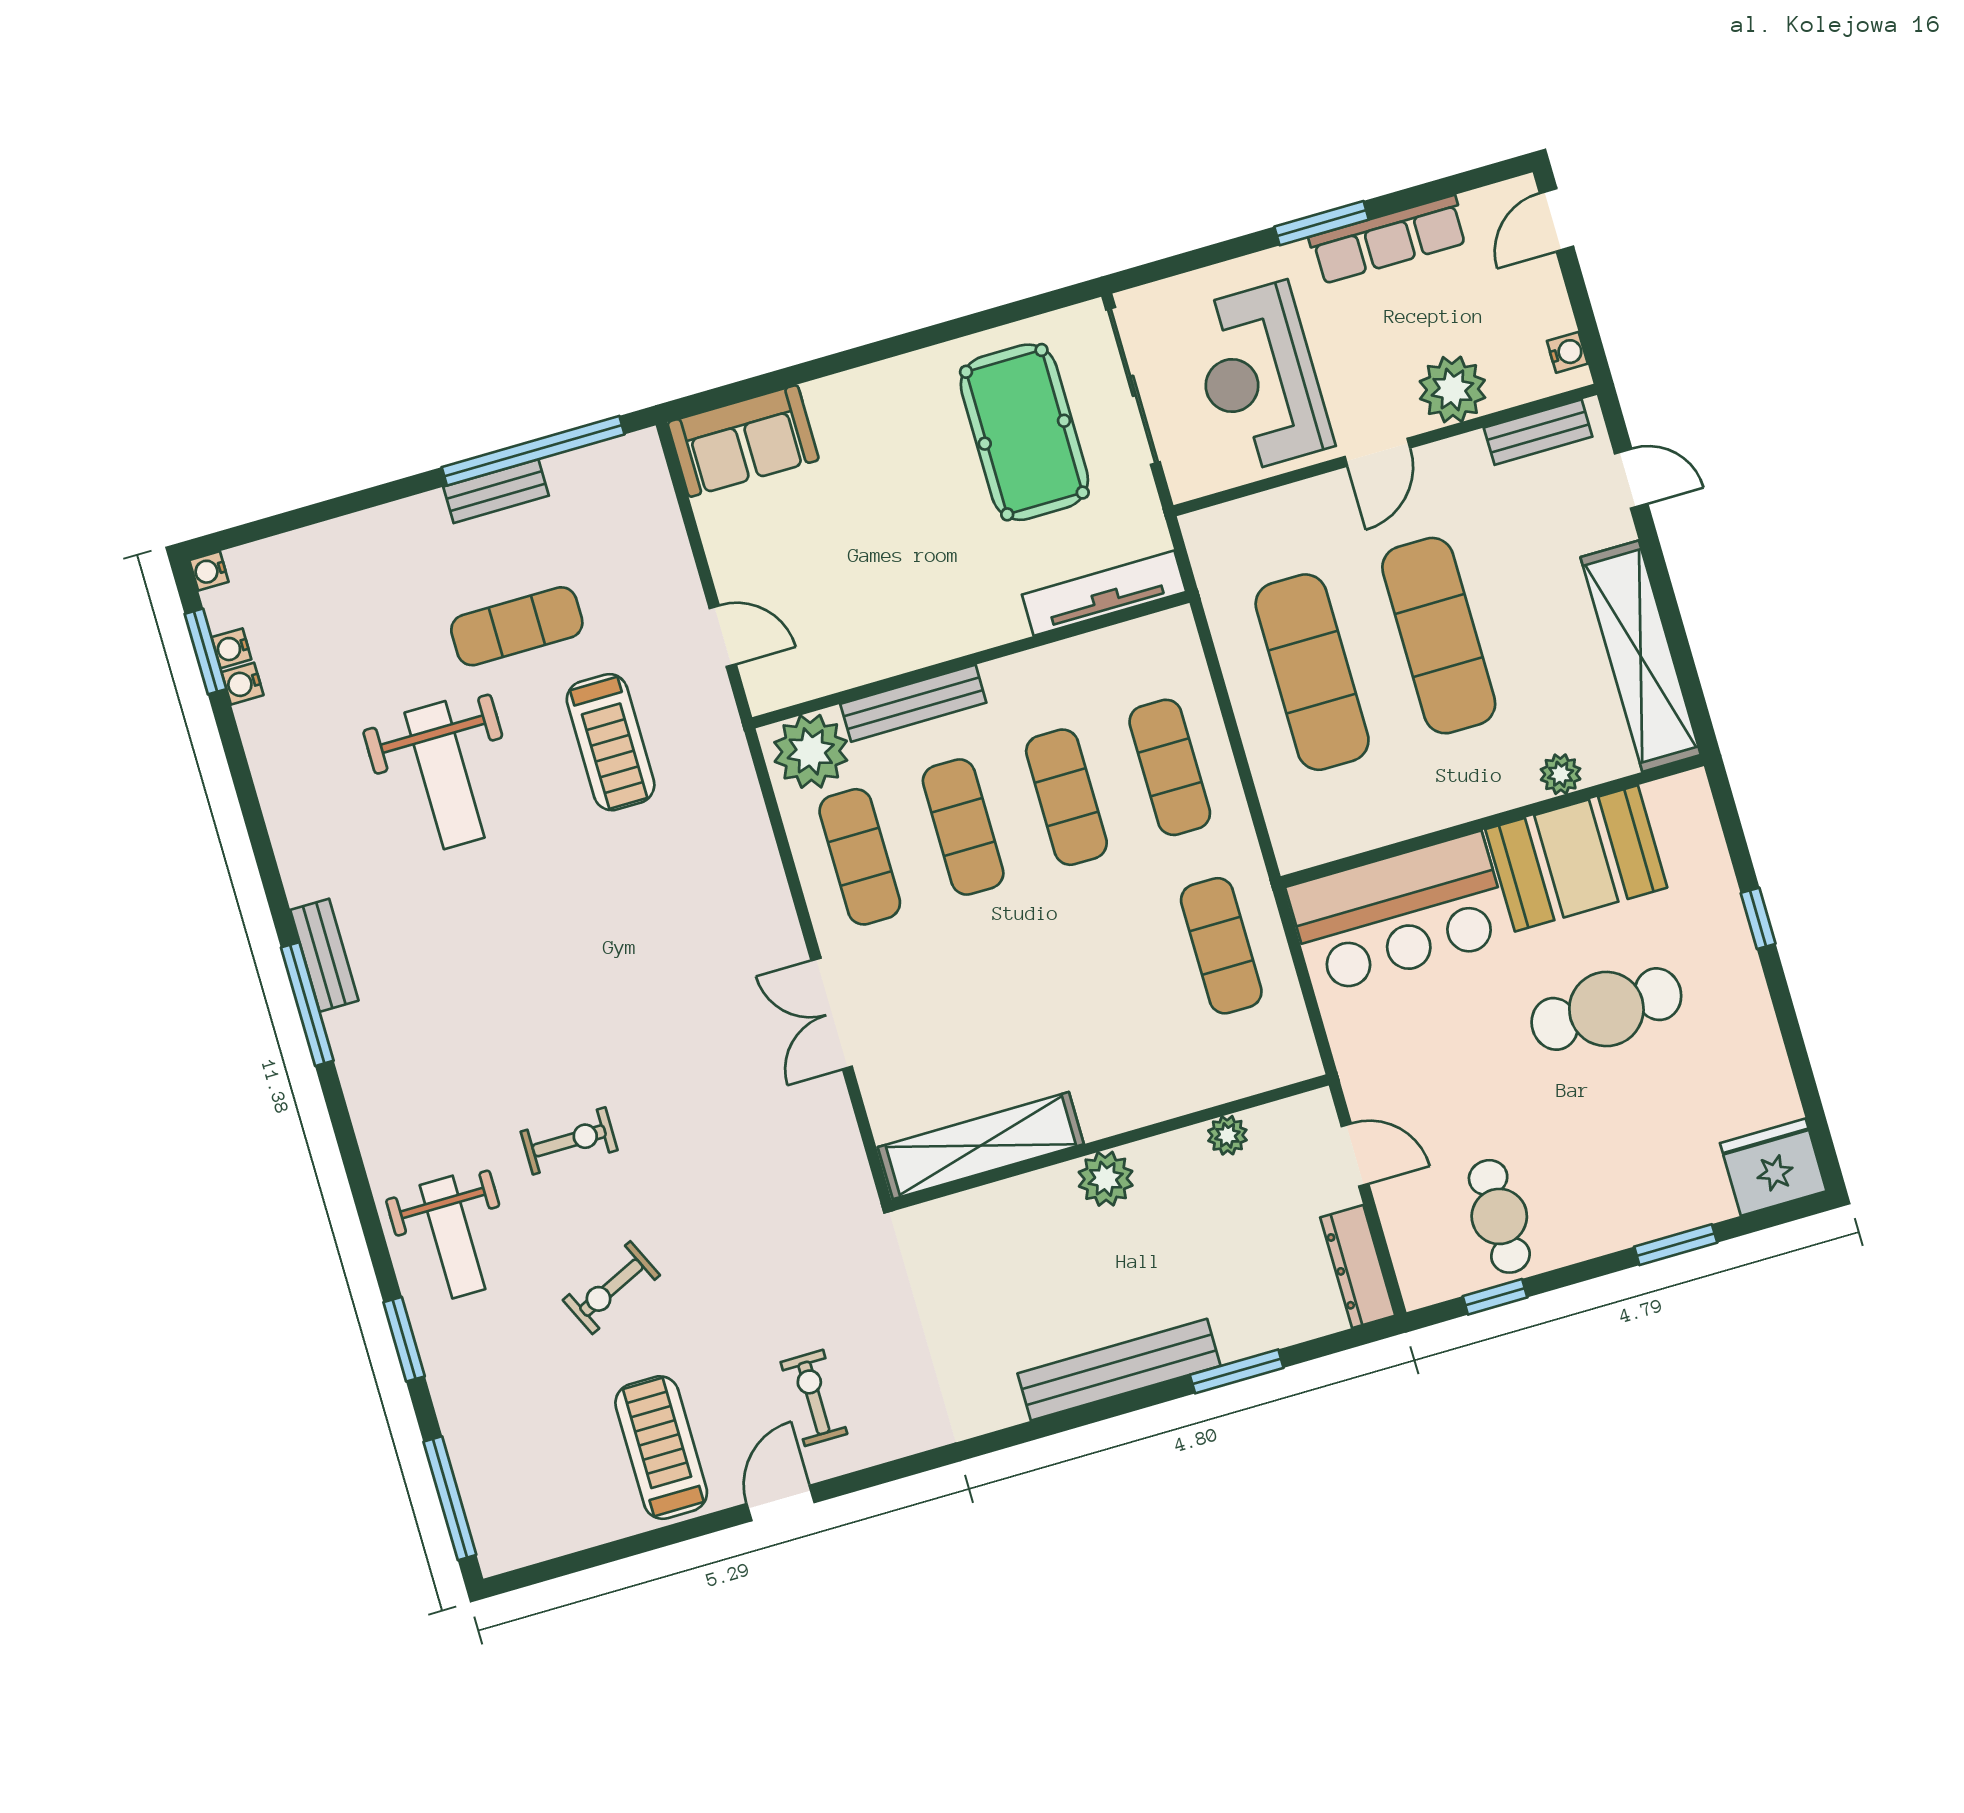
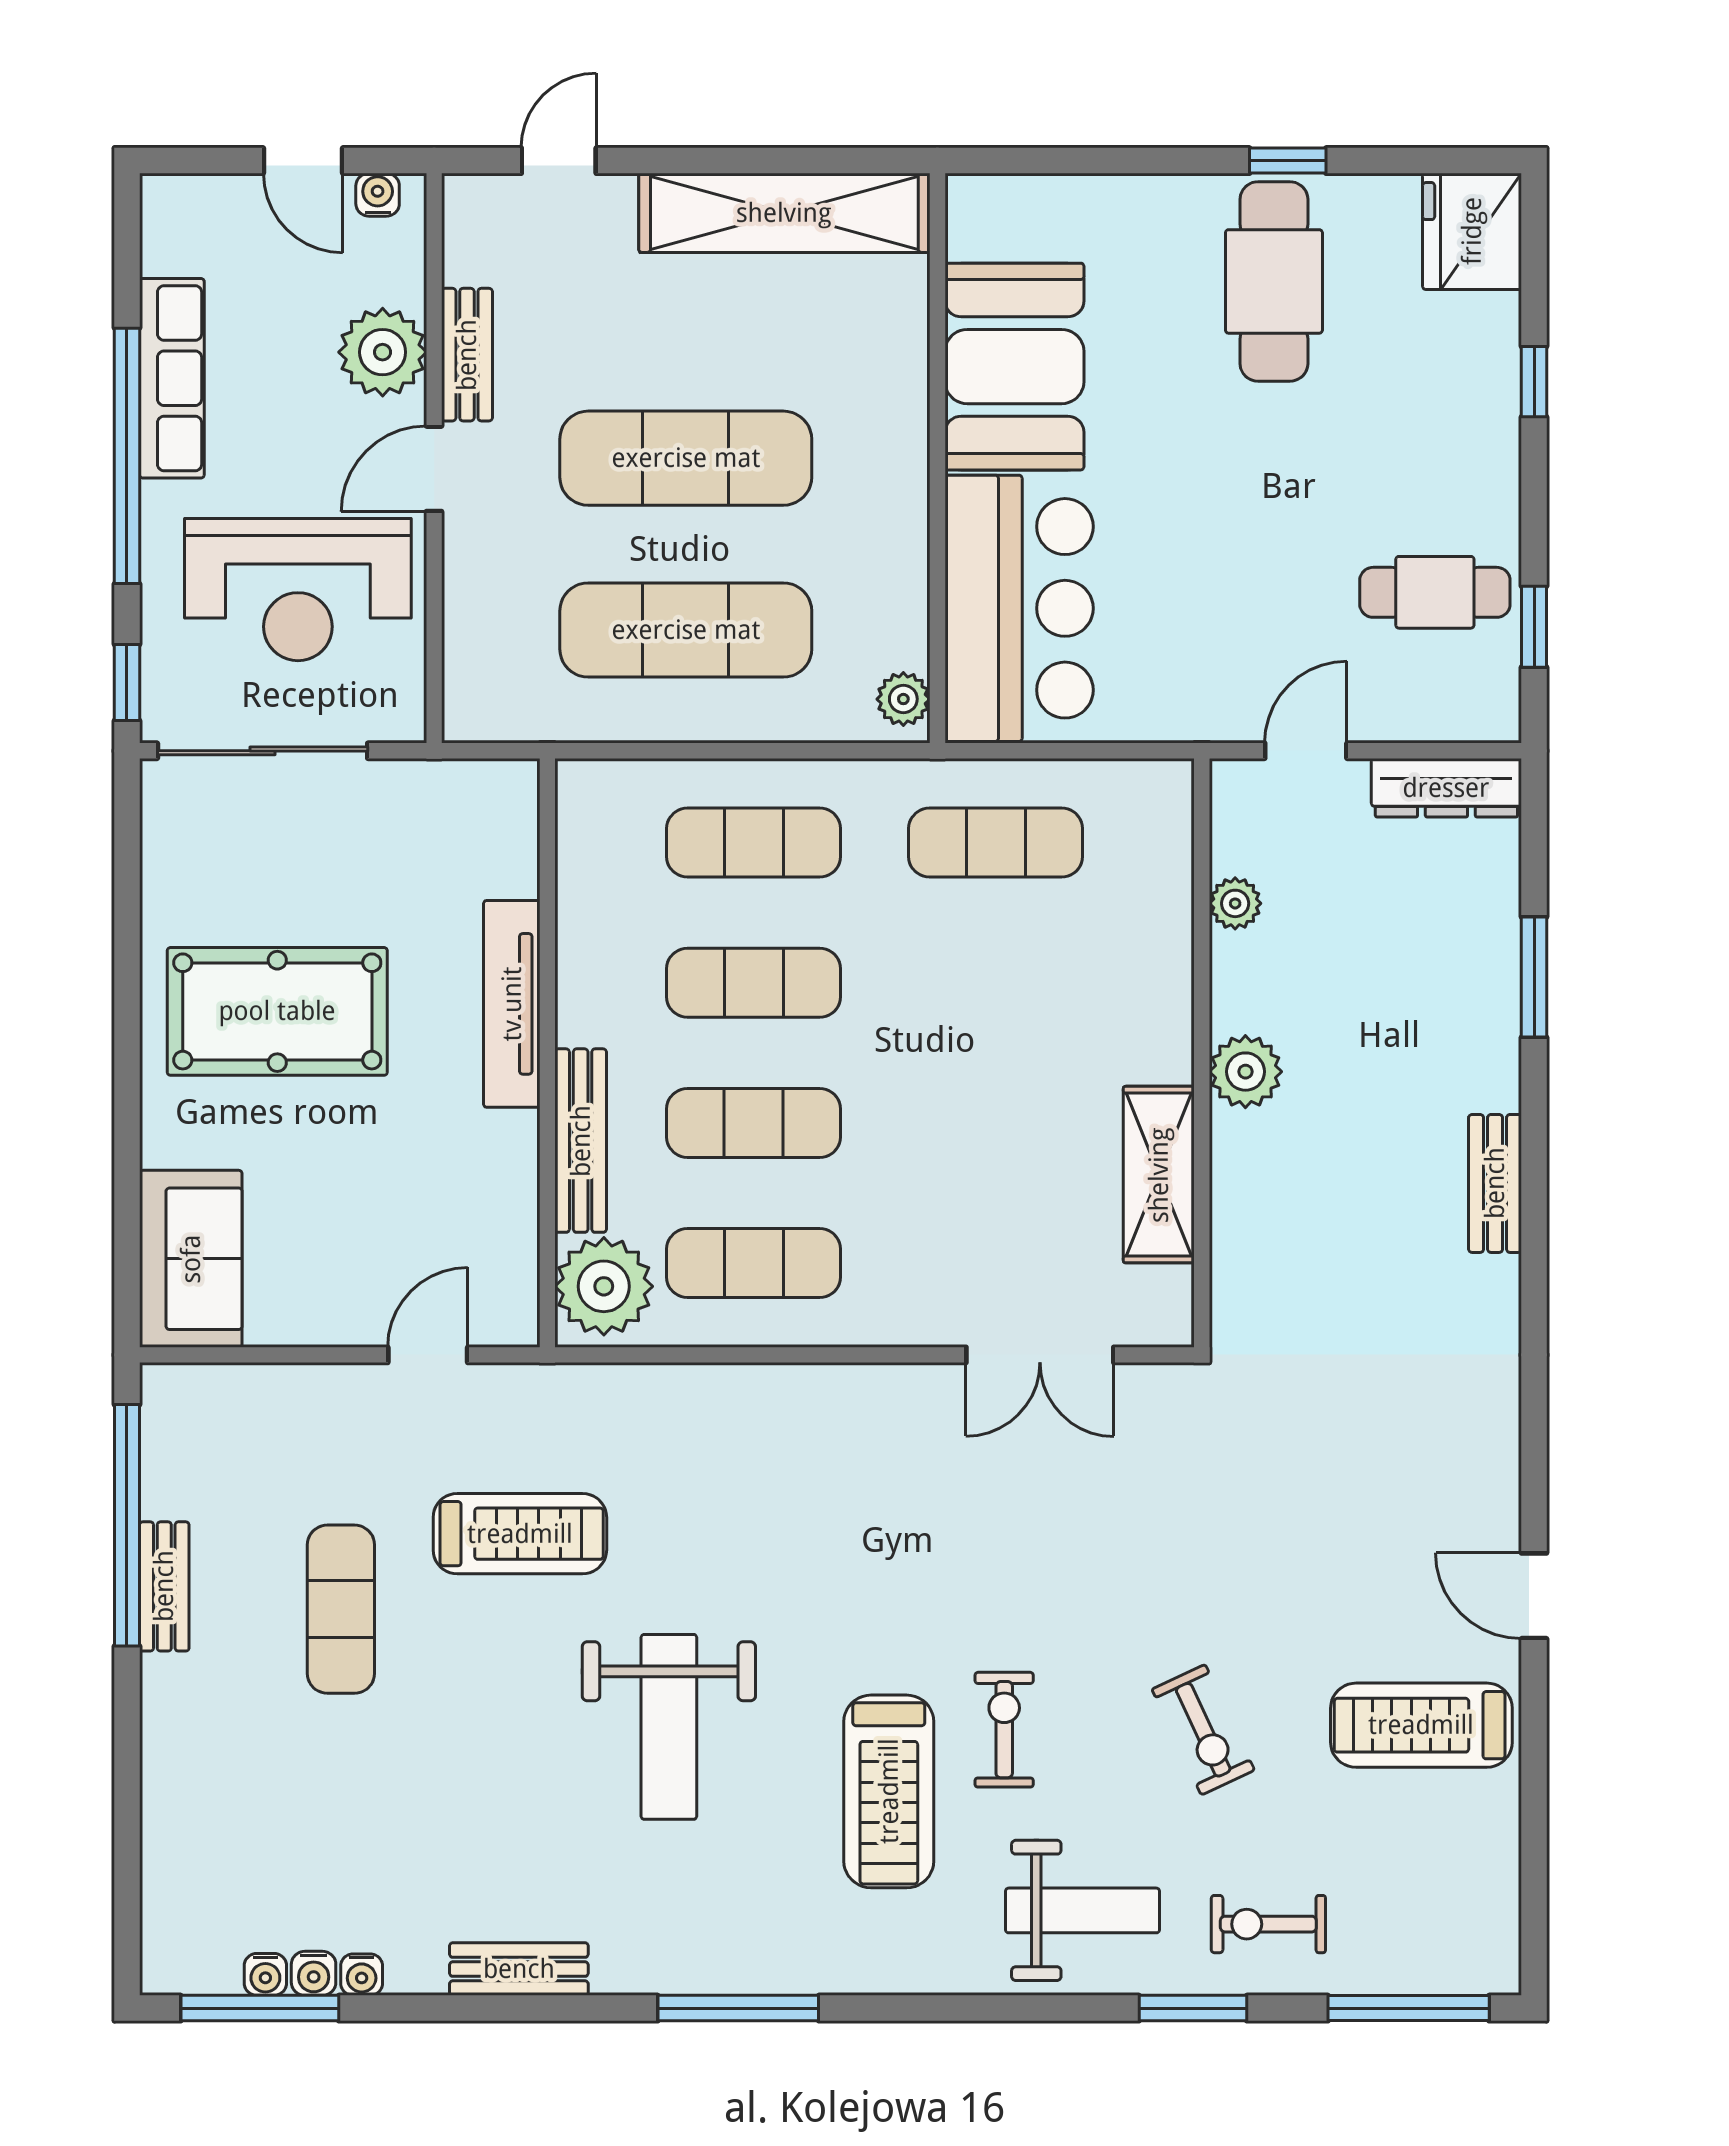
door: (1556, 220) -> (303, 161), moved
window: (1322, 223) -> (127, 456), width x2.11
window: (1154, 271) -> (127, 683), added
pool table: (1024, 432) -> (277, 1011), moved
bench: (1538, 432) -> (467, 355), moved
door: (1377, 452) -> (434, 469), swing flipped
water cooler: (209, 571) -> (362, 1975), moved
tv unit: (1104, 593) -> (512, 1004), moved
window: (205, 651) -> (260, 2008), width x1.44
plant: (1561, 774) -> (903, 699), moved
weight bench: (445, 775) -> (669, 1727), moved, turned 90
window: (1758, 918) -> (1288, 161), moved
bench: (324, 955) -> (519, 1969), moved
cafe table: (1606, 1009) -> (1274, 281), moved
double door: (832, 1014) -> (1040, 1355), moved
treadmill: (499, 1069) -> (889, 1791), added
shelving: (981, 1146) -> (1159, 1175), width x0.68
window: (1676, 1245) -> (1534, 382), width x0.67
bench: (1119, 1370) -> (1495, 1183), width x0.54, depth x0.82
exercise bike: (814, 1398) -> (1268, 1924), moved

